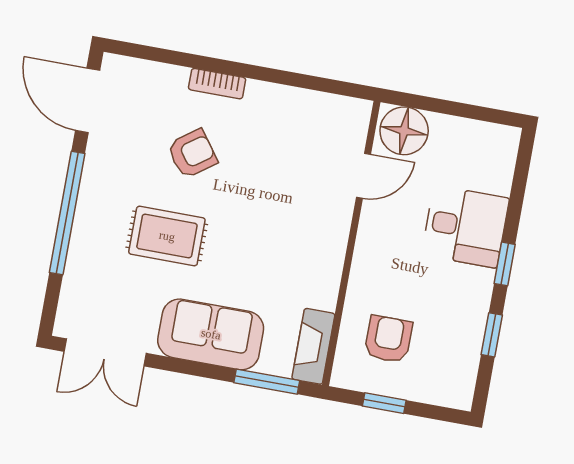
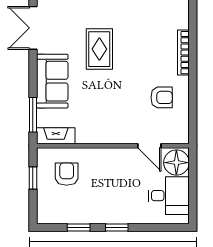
bookcase: (217, 84) -> (183, 53), width x1.56
armchair: (192, 154) -> (162, 97), moved, turned -54
desk: (465, 226) -> (169, 196), moved, turned -90
armchair: (388, 339) -> (67, 174), turned -90

